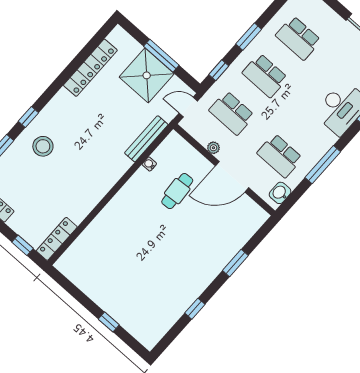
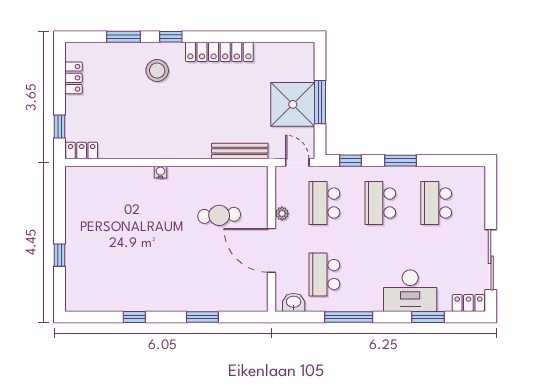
locker: (90, 68) -> (219, 52), moved
water cooler: (149, 164) -> (160, 172), moved
locker: (57, 239) -> (82, 150), width x0.66

